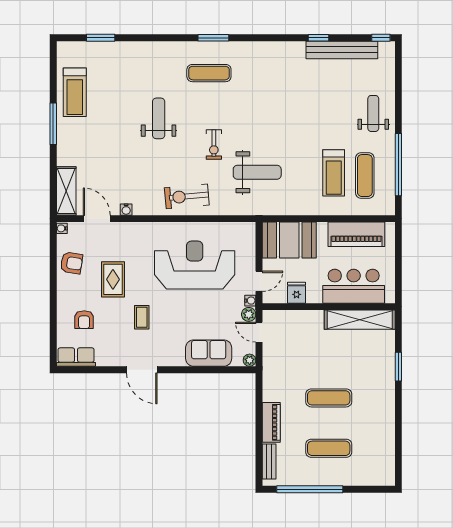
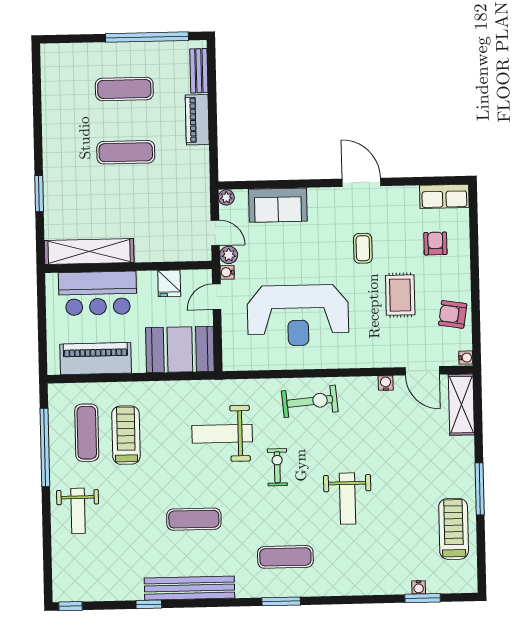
water cooler: (104, 46) -> (419, 587), added
bench: (342, 50) -> (189, 588), moved
exercise mat: (281, 105) -> (194, 519), added

